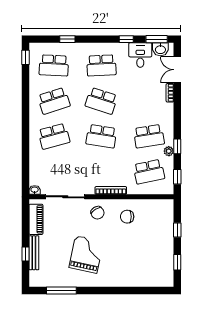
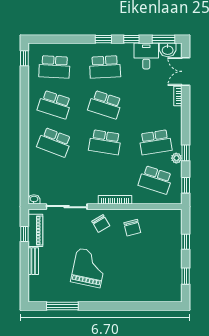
window: (67, 39) -> (103, 39), moved
school desk: (54, 101) -> (54, 105), turned 36
school desk: (54, 136) -> (54, 142), turned 36
school desk: (149, 172) -> (155, 180), turned 30
chair: (127, 217) -> (132, 228), turned -104
bench: (34, 253) -> (33, 261), width x0.73
window: (26, 254) -> (24, 234), moved

